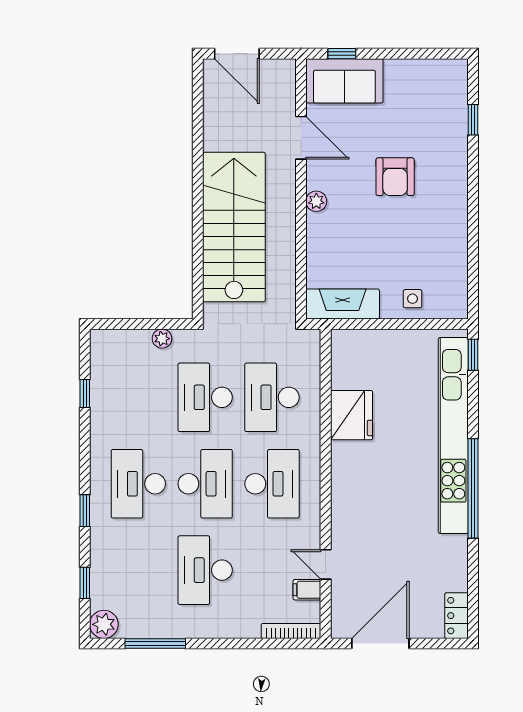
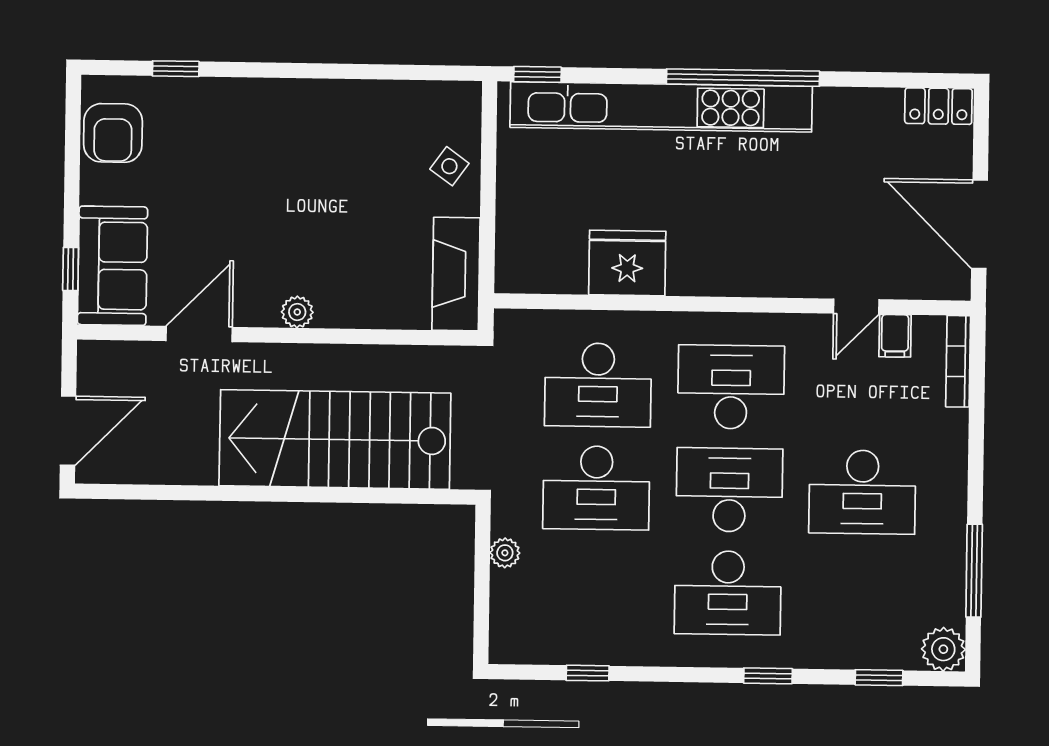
armchair: (395, 177) -> (113, 133), moved, turned 90
side table: (413, 299) -> (449, 166), turned 36

